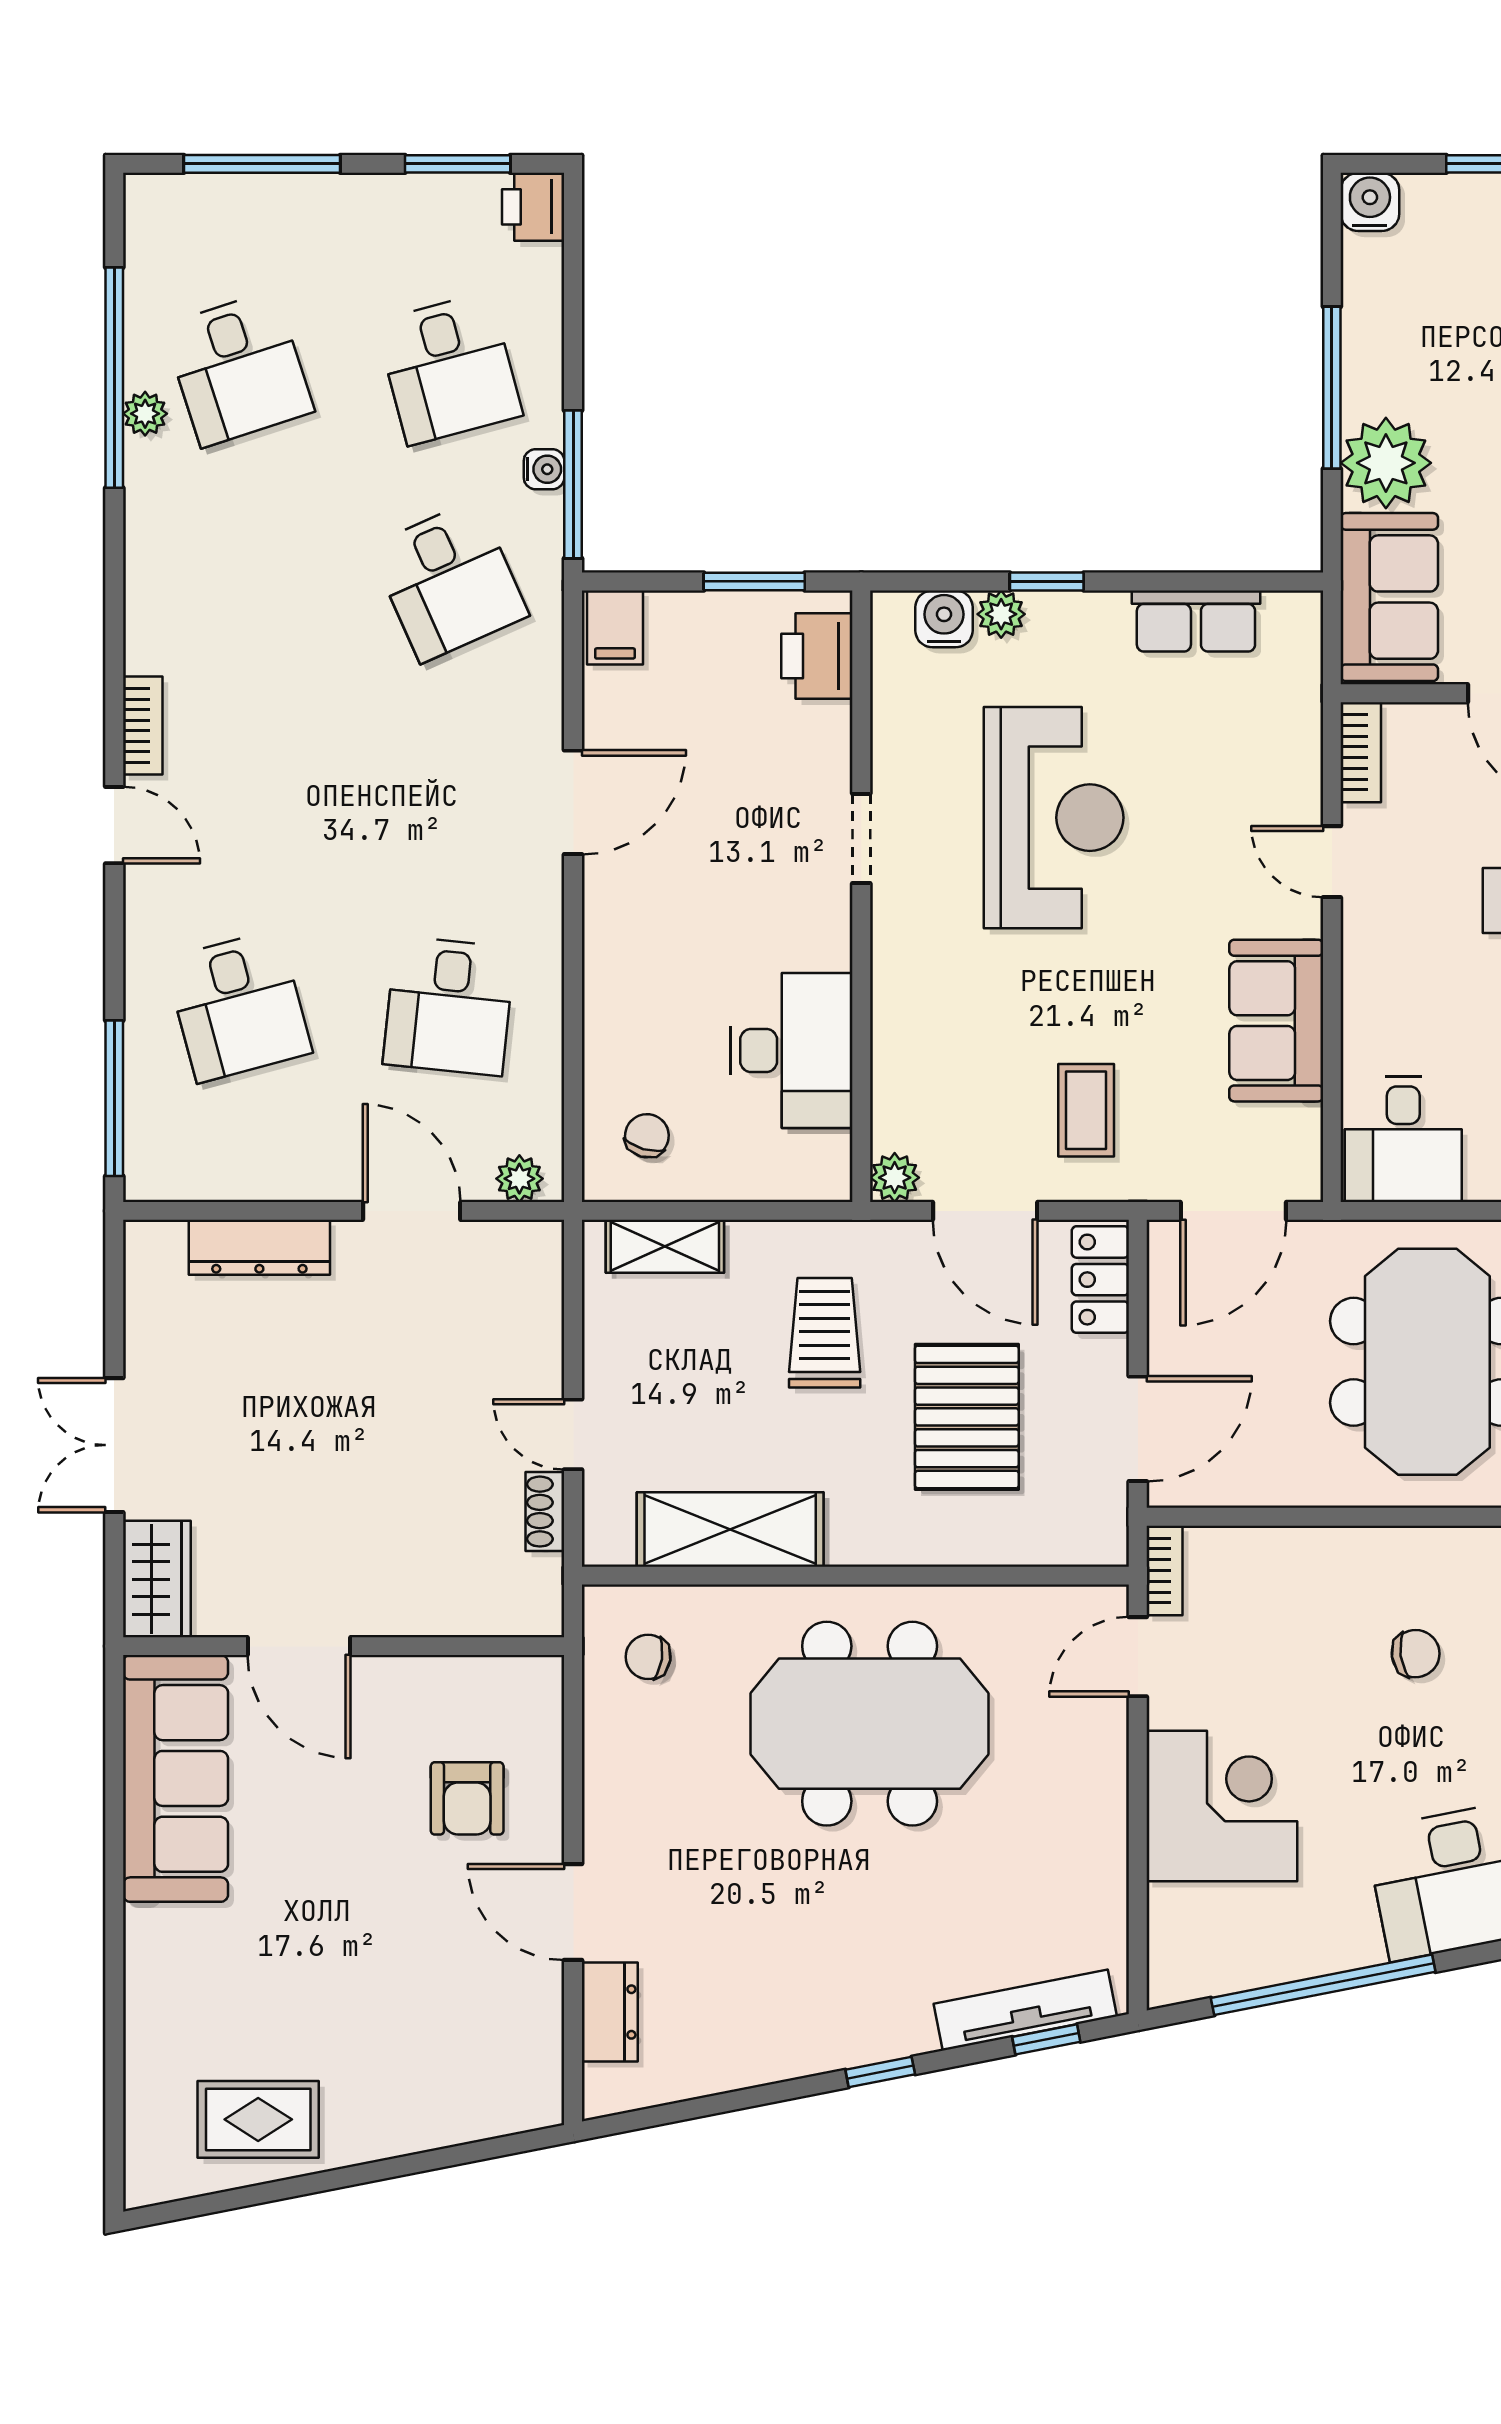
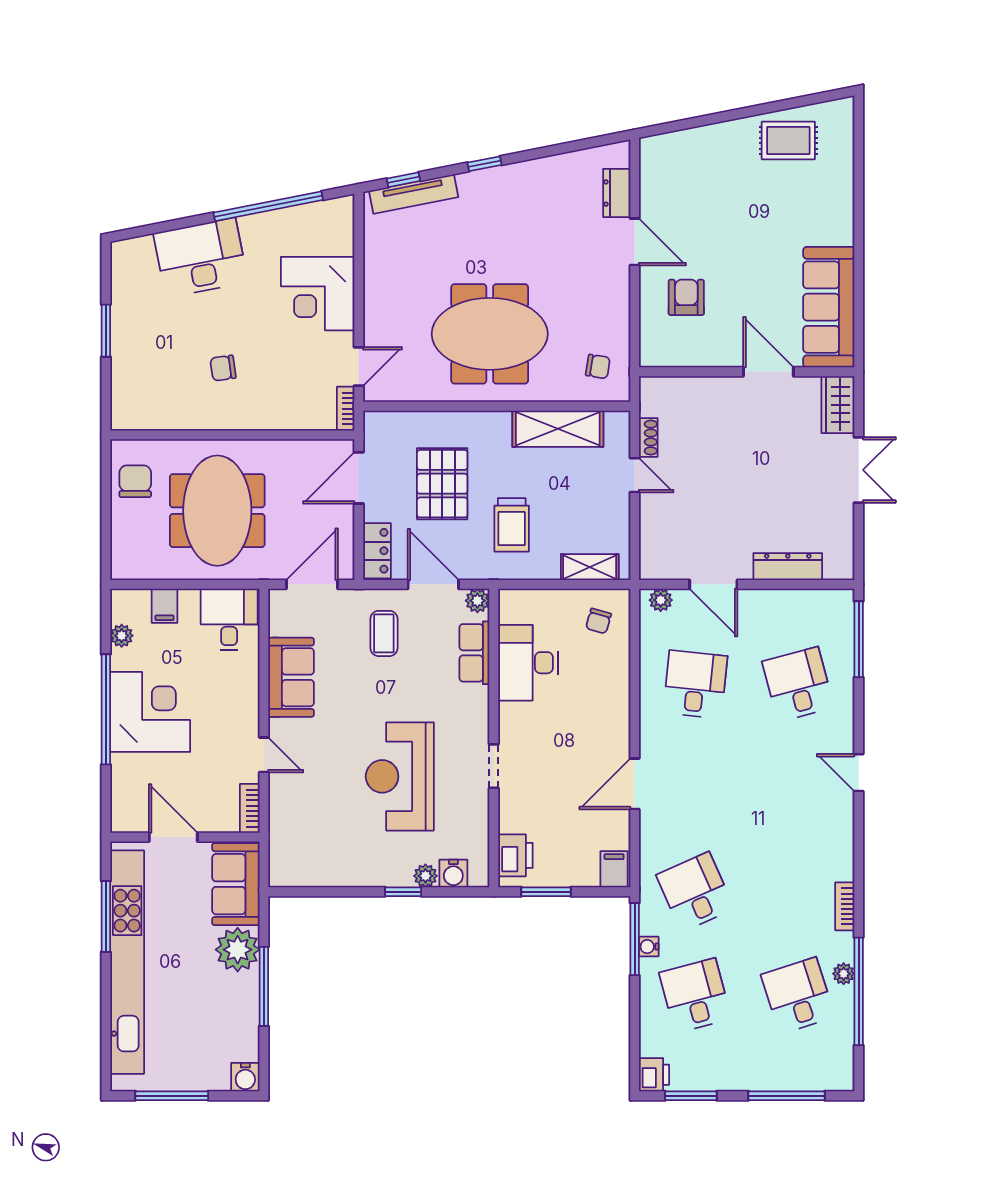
row of seats: (1196, 621) -> (474, 653), moved, turned -90
bookcase: (143, 725) -> (845, 906), moved

